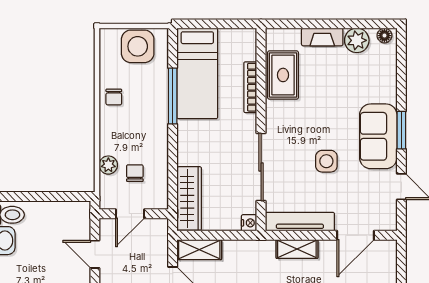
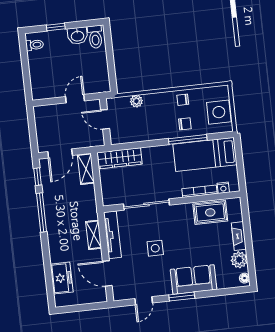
sofa: (378, 136) -> (194, 279), moved
chair: (135, 173) -> (185, 124), moved
nightstand: (249, 223) -> (223, 188), moved

